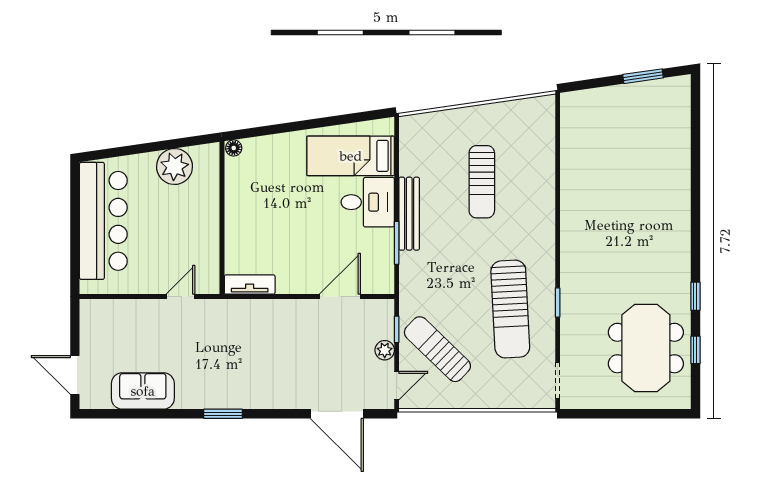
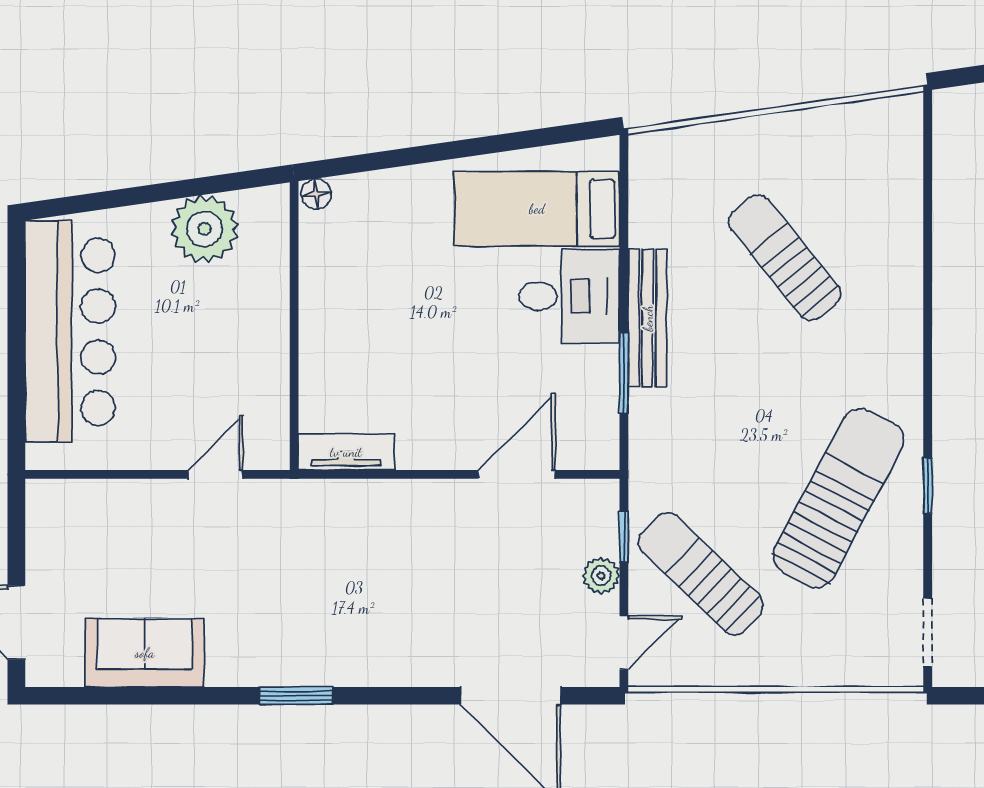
sun lounger: (482, 182) -> (785, 258), turned 141
sun lounger: (510, 309) -> (838, 498), turned -149

